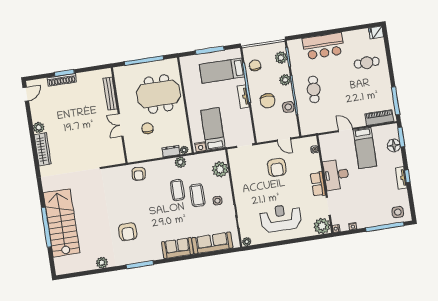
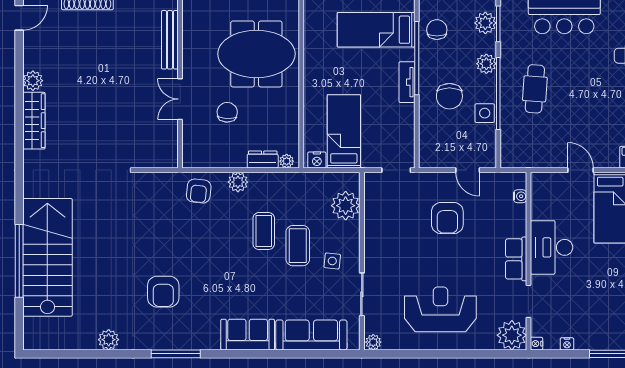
plant: (180, 162) -> (238, 182), moved

